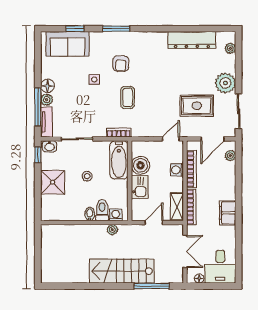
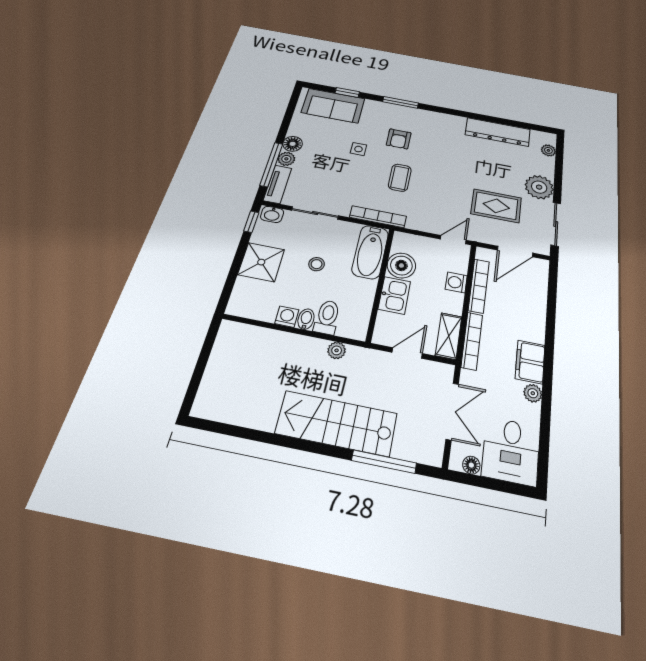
bookcase: (119, 132) -> (378, 217), width x1.56
plant: (230, 156) -> (533, 393), moved
washing machine: (116, 215) -> (287, 317), moved

